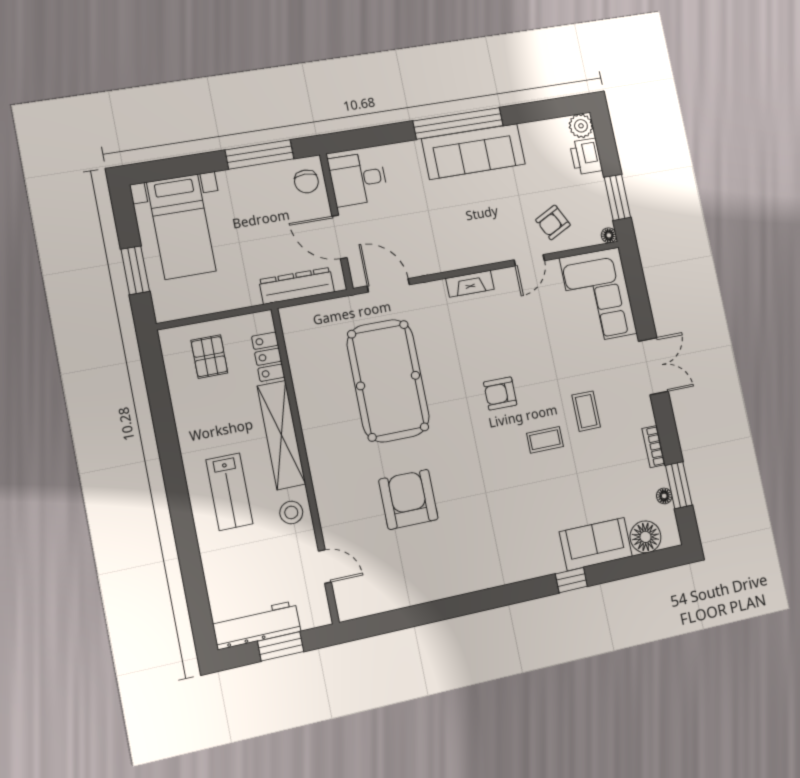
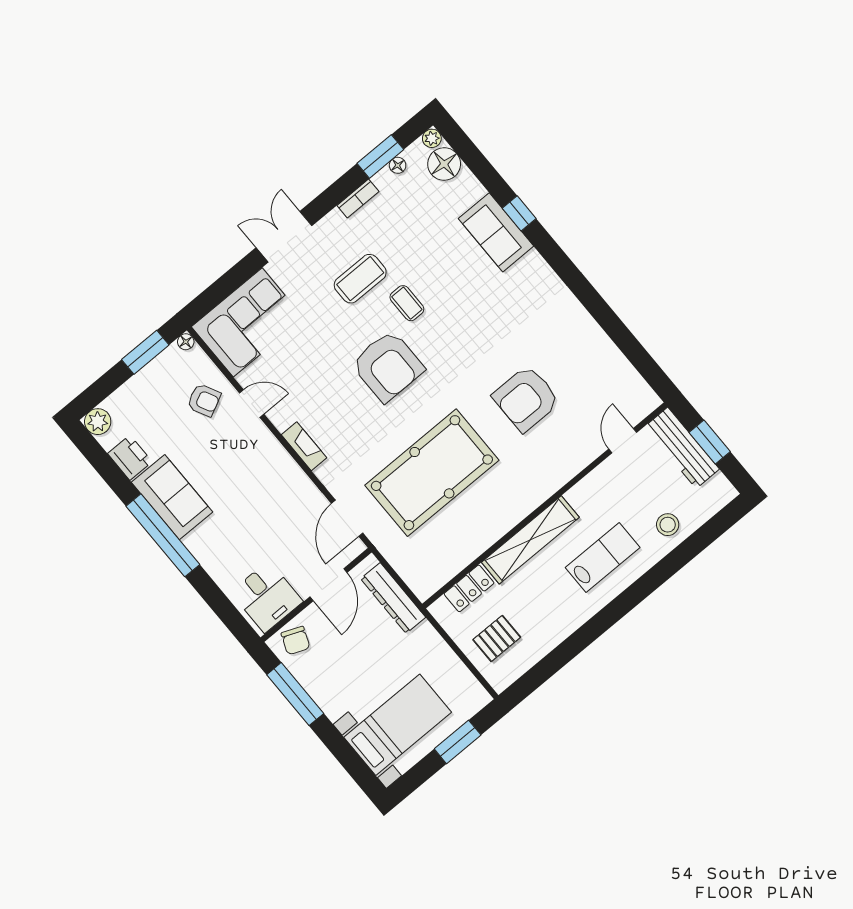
sofa: (473, 151) -> (172, 497), width x0.73
printer: (586, 156) -> (130, 458), moved, turned -90
chair: (306, 181) -> (296, 641), turned 112
armchair: (500, 394) -> (388, 366), width x1.88, depth x1.88
coffee table: (586, 411) -> (360, 279), width x1.36, depth x1.30
stool: (291, 512) -> (668, 525), moved
plant: (672, 538) -> (432, 138), added
sofa: (596, 544) -> (496, 232), moved
workbench: (256, 625) -> (682, 448), moved

